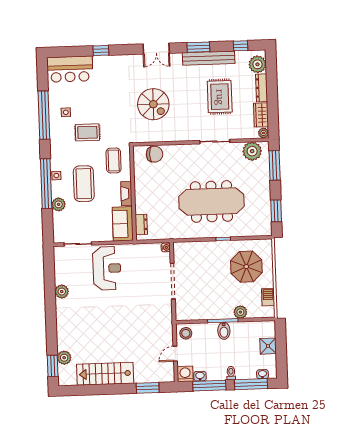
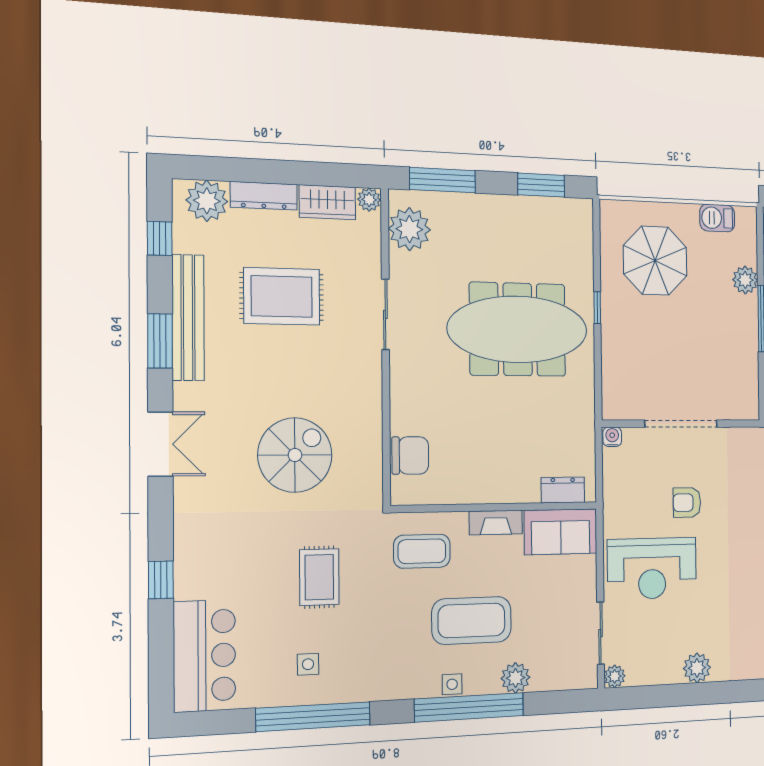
rug: (87, 132) -> (319, 577), moved
chair: (155, 154) -> (410, 455), turned 90
meeting table: (211, 201) -> (518, 329), turned 90
plant: (59, 251) -> (615, 676), added
reception desk: (107, 268) -> (652, 568), turned 180
armchair: (137, 285) -> (687, 503), added

